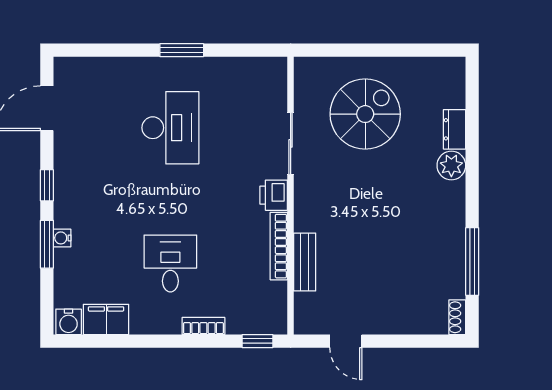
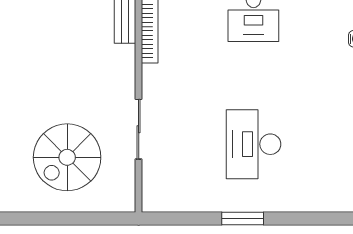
printer: (274, 195) -> (155, 80), removed

